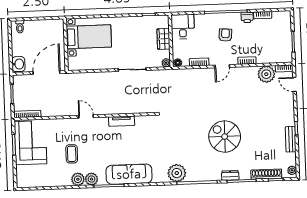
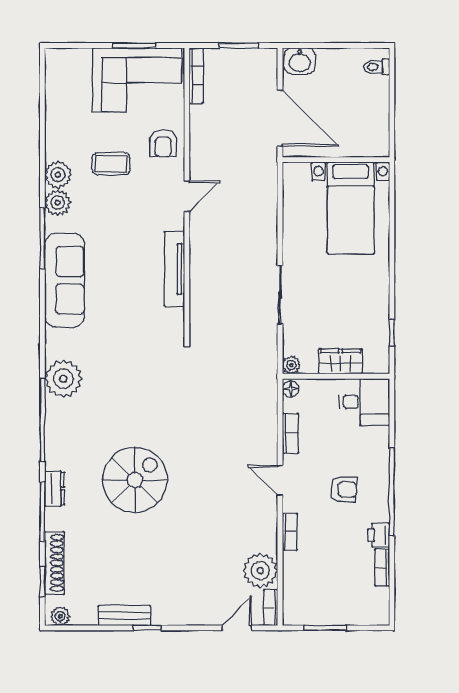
tv unit: (122, 121) -> (174, 269), width x1.41
armchair: (61, 129) -> (163, 143), added

